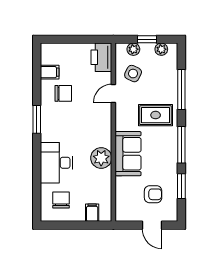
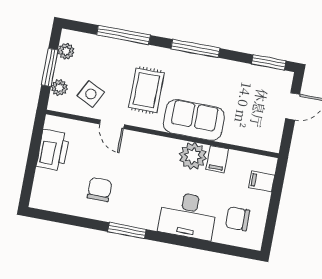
window: (147, 39) -> (50, 67), width x1.50
printer: (101, 57) -> (53, 150), moved, turned -90
filing cabinet: (50, 72) -> (217, 159), moved, turned 180
rug: (156, 115) -> (146, 90), moved
window: (181, 186) -> (269, 62), moved
armchair: (153, 194) -> (253, 98), removed

